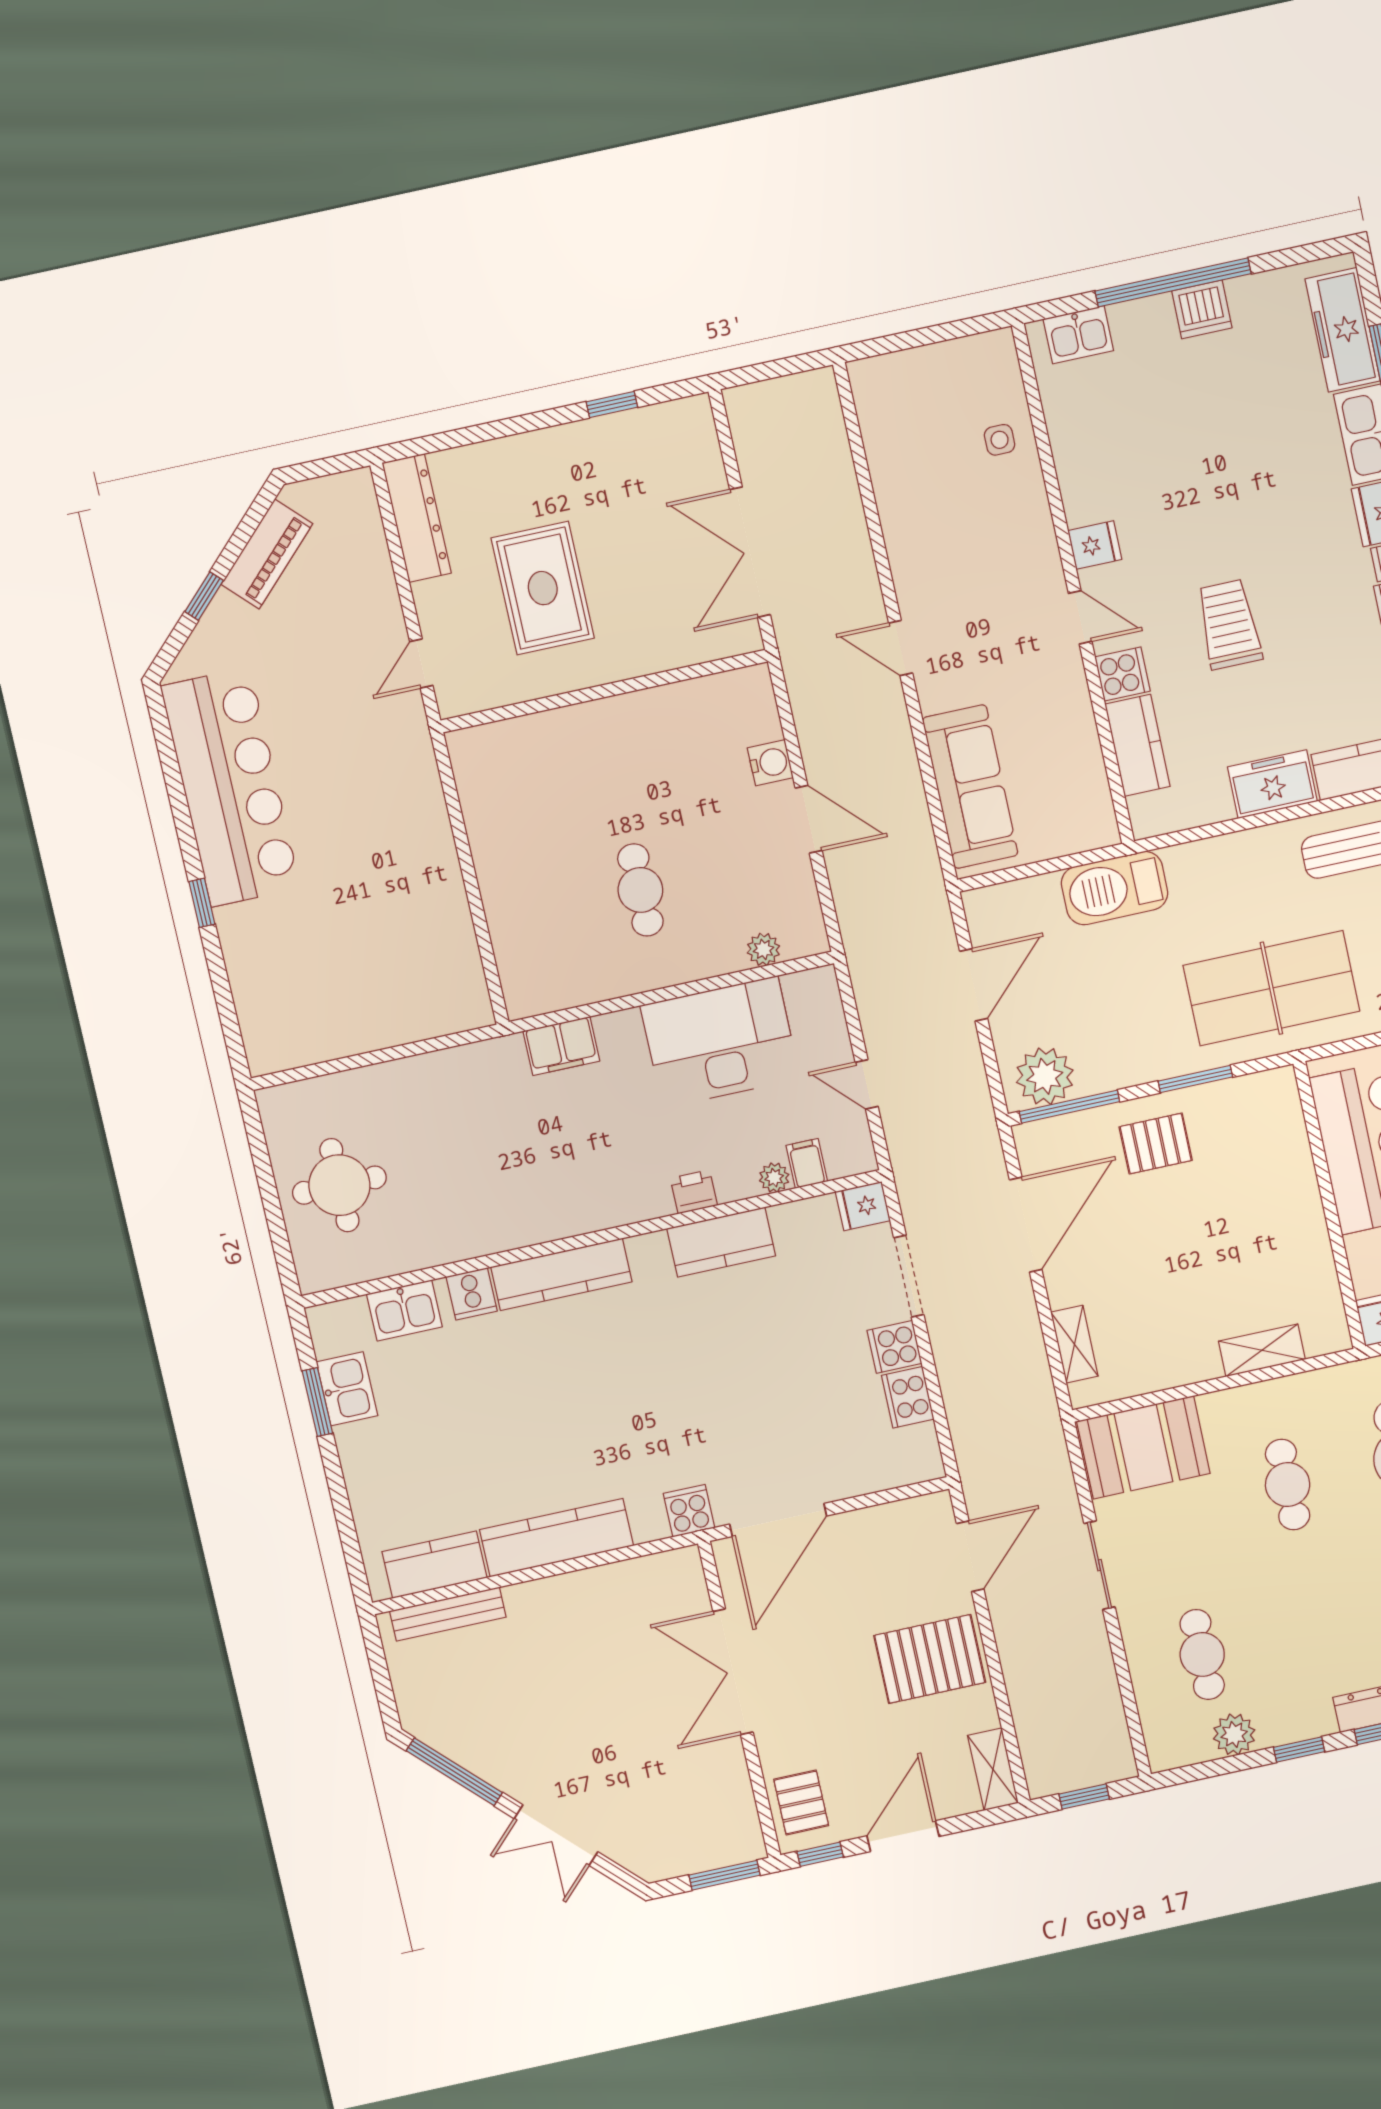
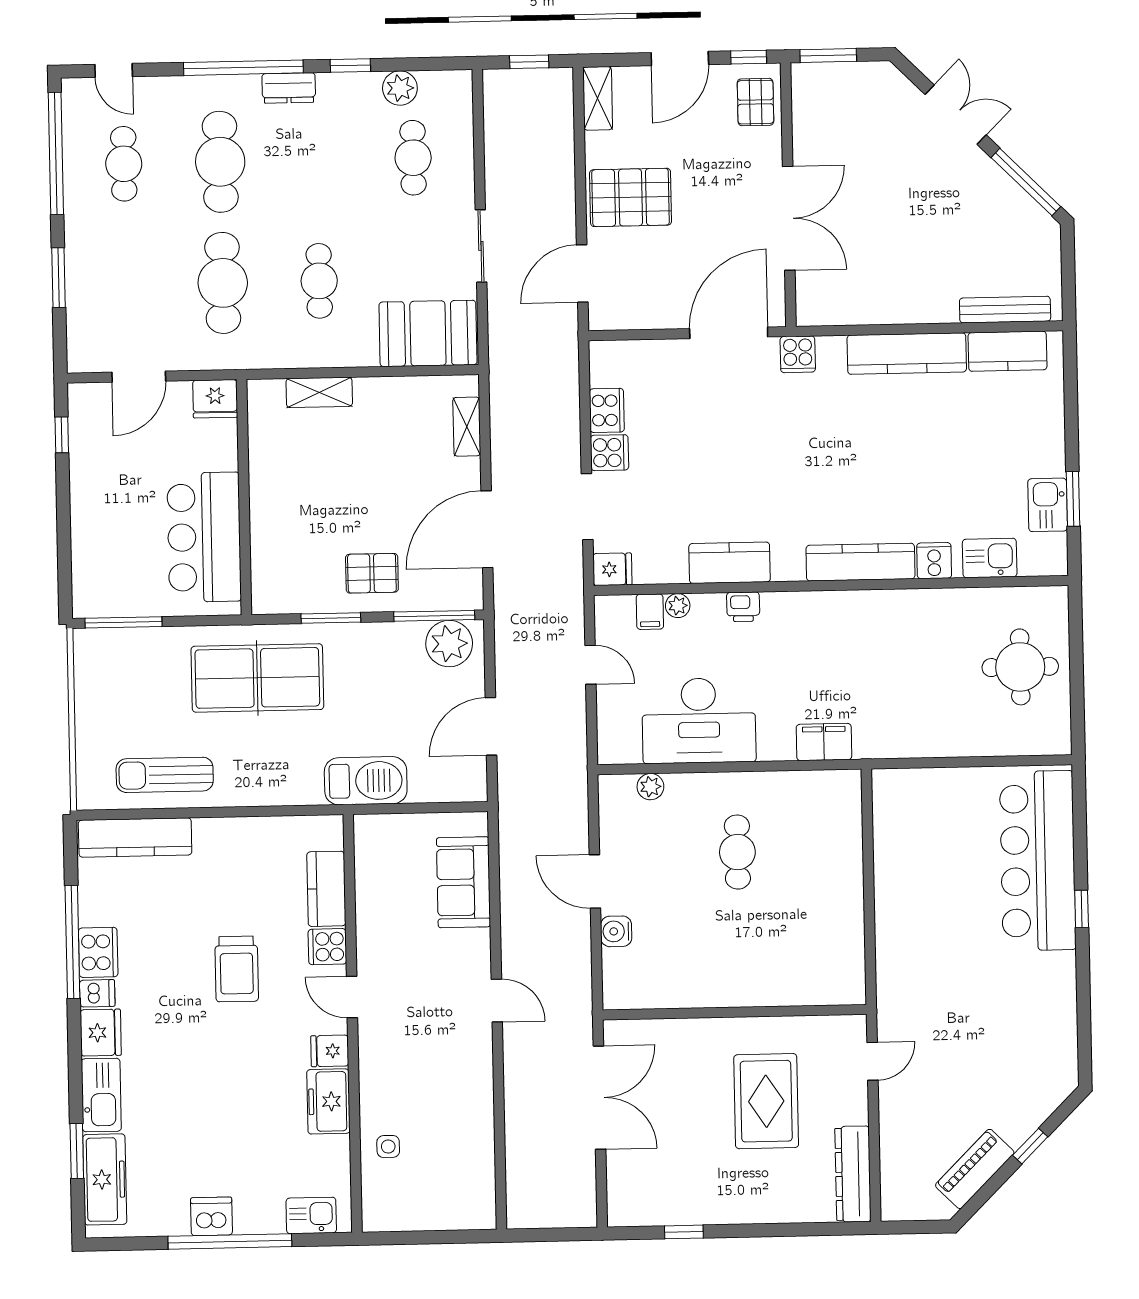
freezer: (1272, 784) -> (328, 1101), moved, turned 90
bar counter: (230, 787) -> (1038, 861), moved
sofa: (970, 787) -> (463, 882), width x0.73

